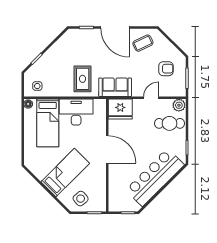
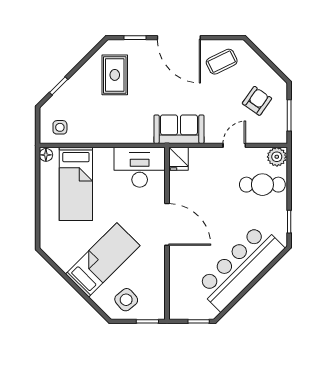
armchair: (166, 69) -> (257, 101), turned -55
rug: (83, 79) -> (115, 75), moved
fridge: (120, 109) -> (178, 159), width x0.53, depth x0.75
desk: (76, 112) -> (140, 167), moved

